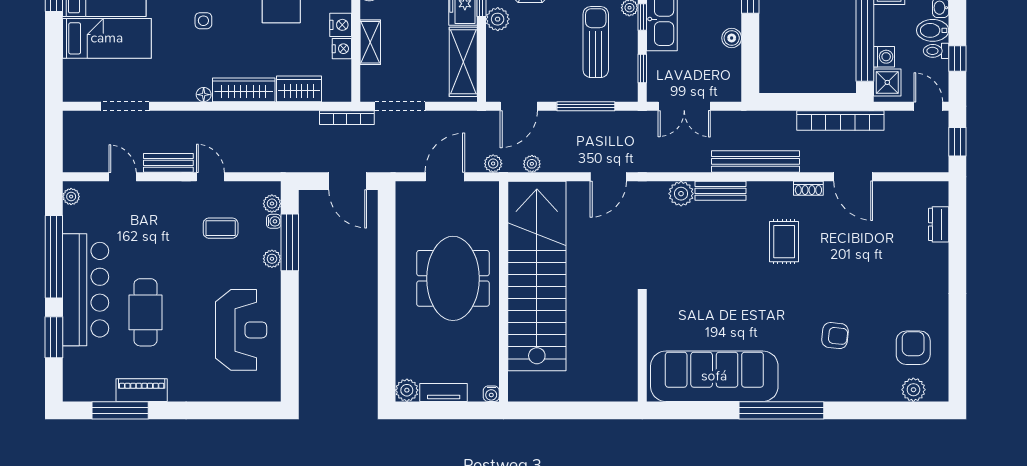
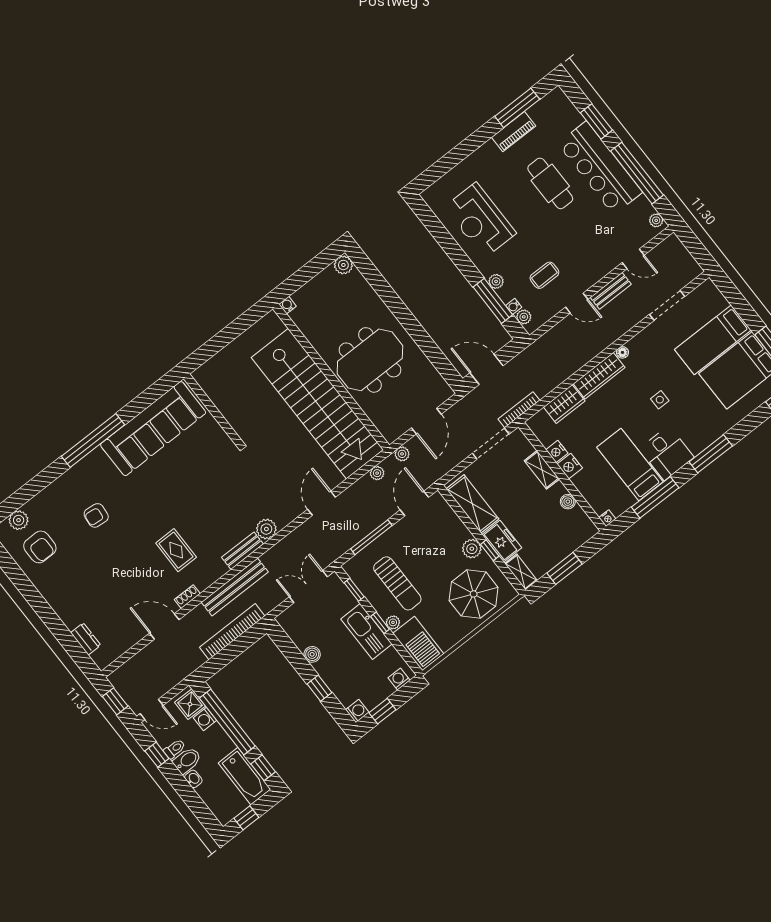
bookcase: (840, 121) -> (232, 632), moved
meeting table: (453, 278) -> (370, 360), turned 90
tv unit: (444, 392) -> (319, 282), removed

